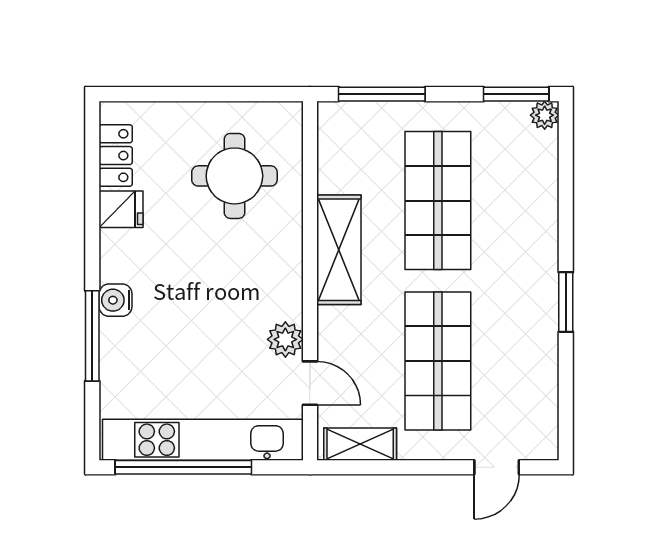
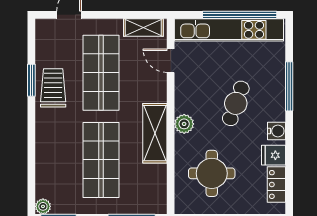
water cooler: (115, 300) -> (276, 131), moved
window: (566, 302) -> (31, 80), moved
cafe table: (190, 305) -> (236, 103), added
trolley: (526, 333) -> (53, 88), added
plant: (285, 339) -> (184, 124), moved

